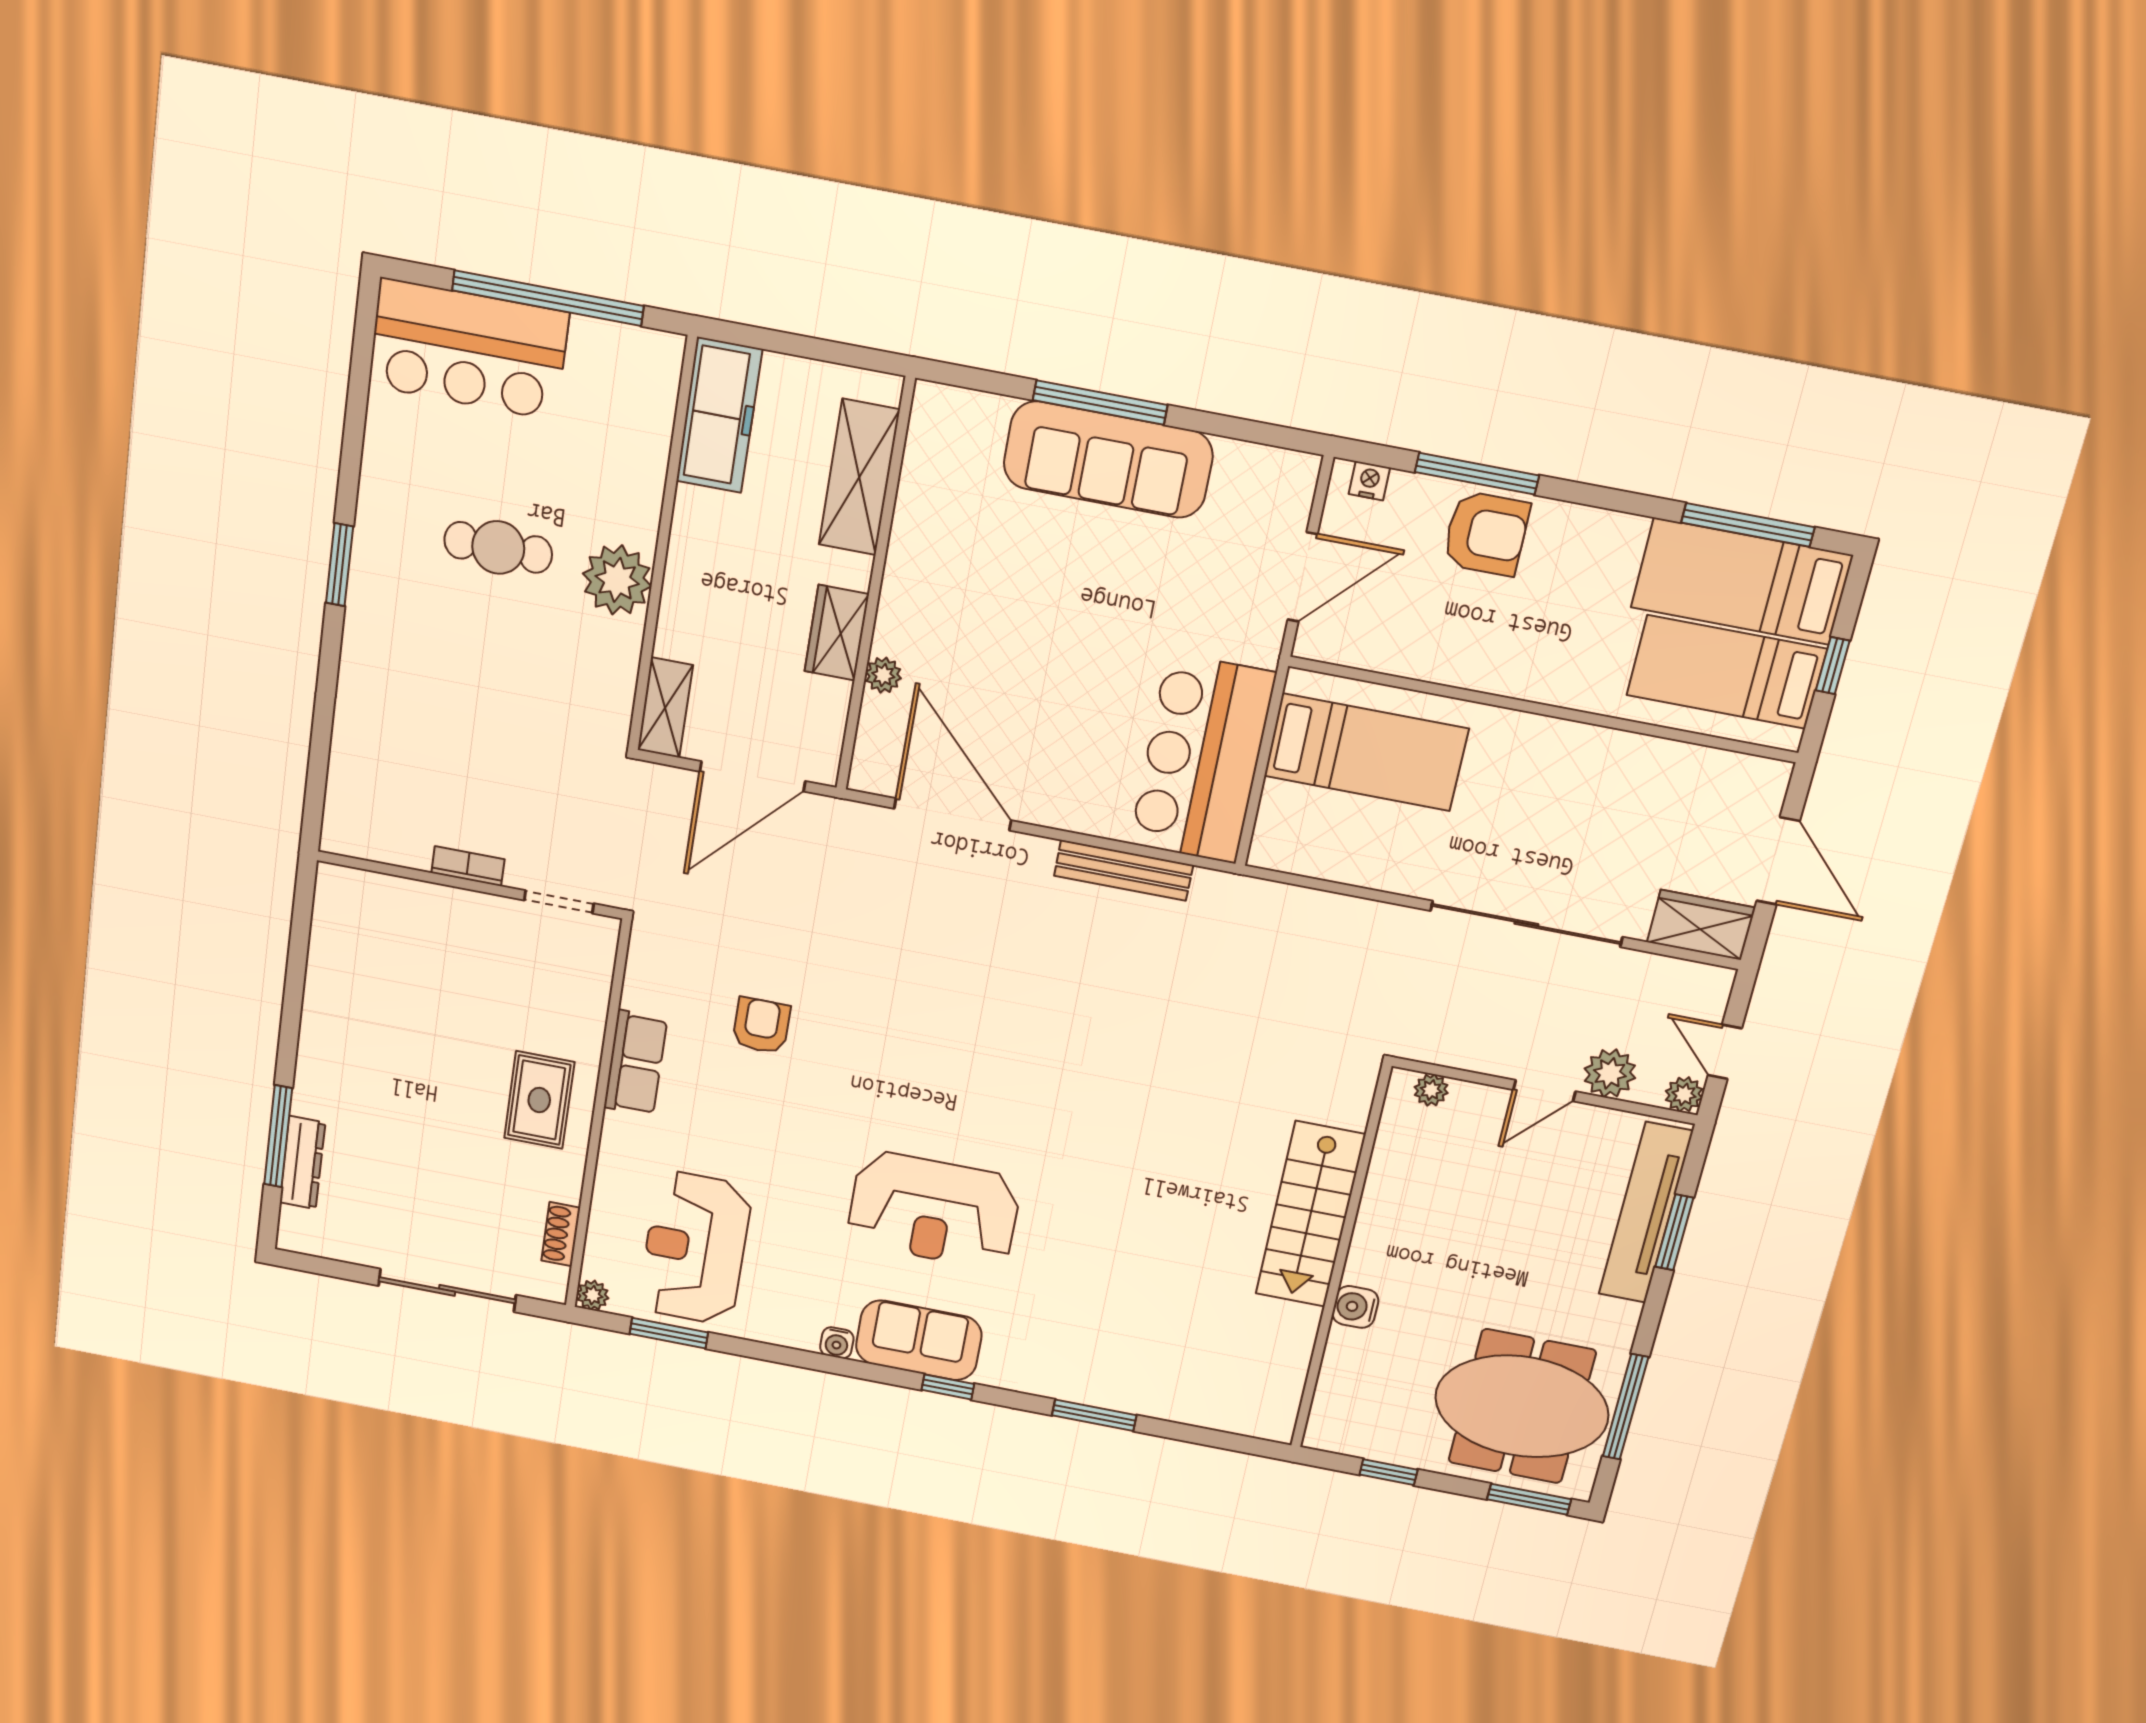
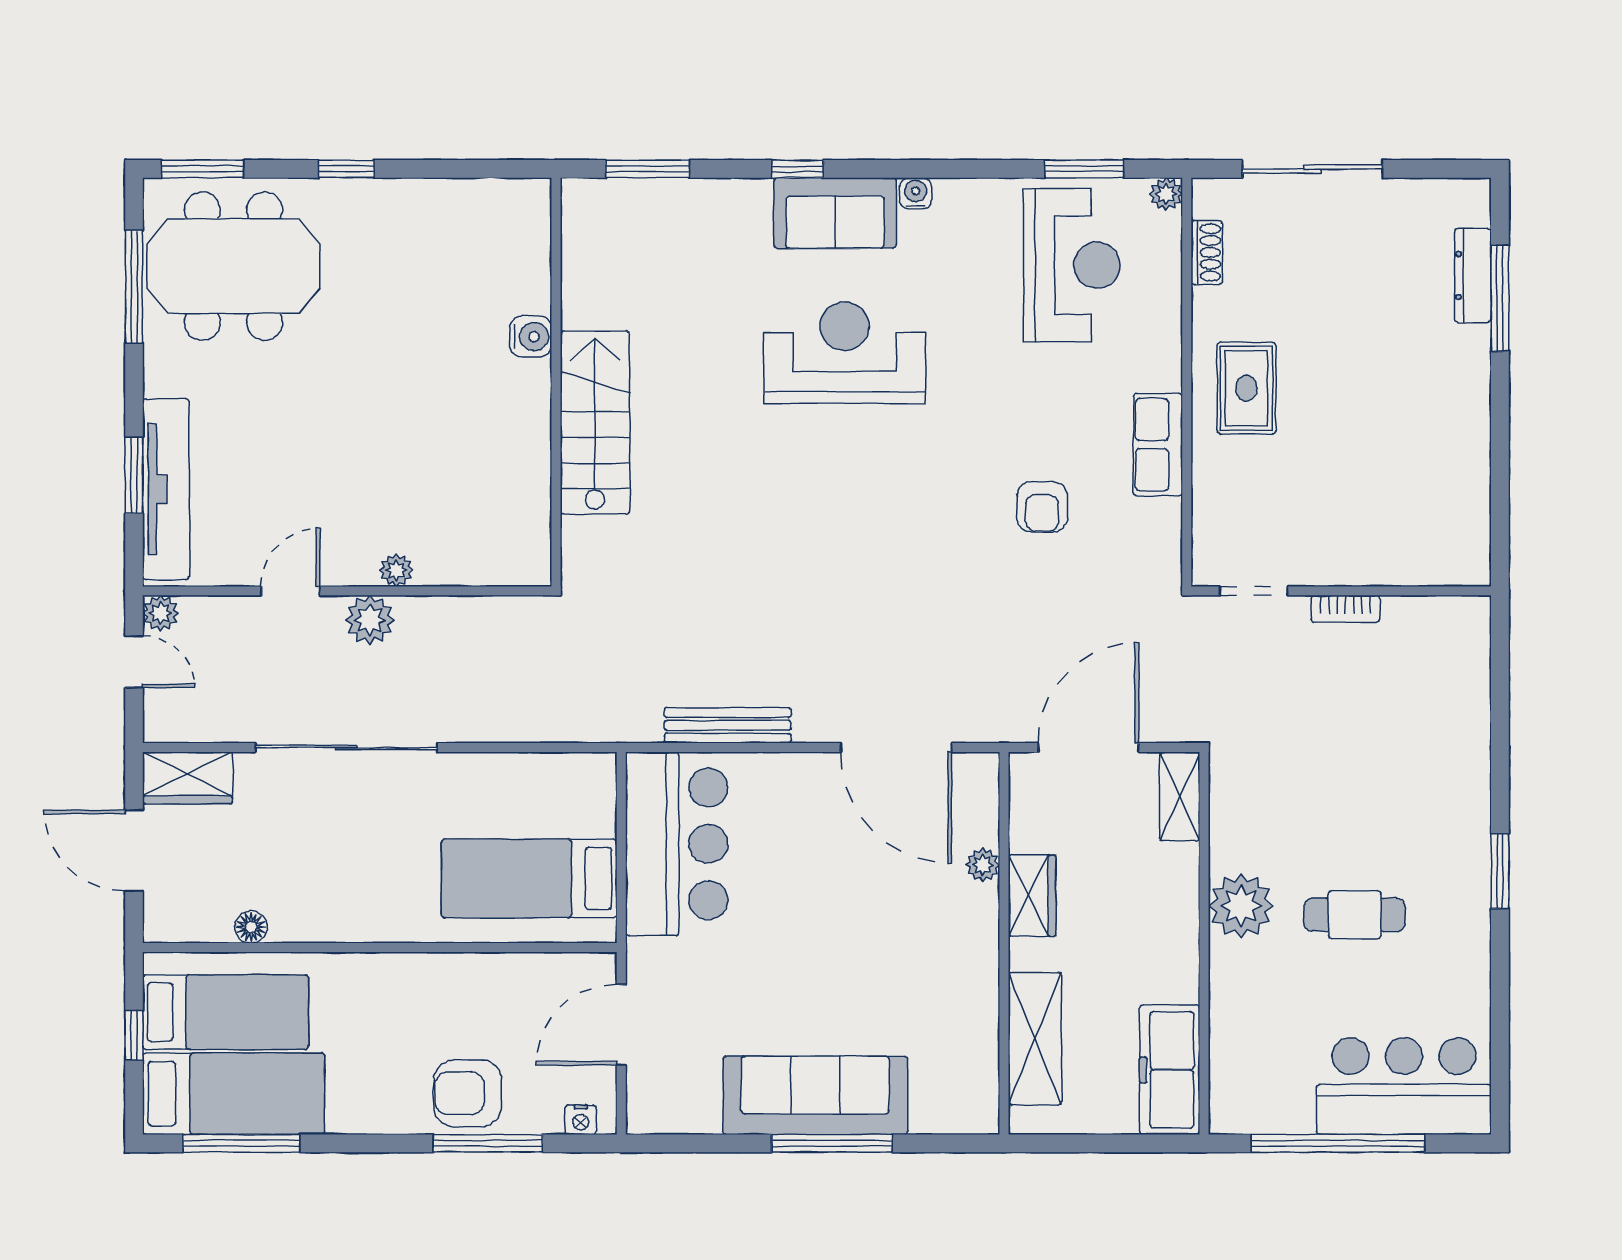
floor lamp: (1675, 757) -> (251, 927), added
plant: (1610, 1073) -> (370, 620), moved
stairs: (1310, 1214) -> (595, 423), moved
wall: (1340, 1260) -> (556, 382), moved
water cooler: (1355, 1307) -> (531, 337), moved

